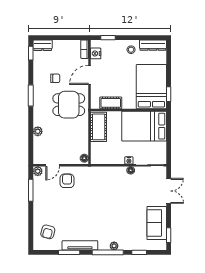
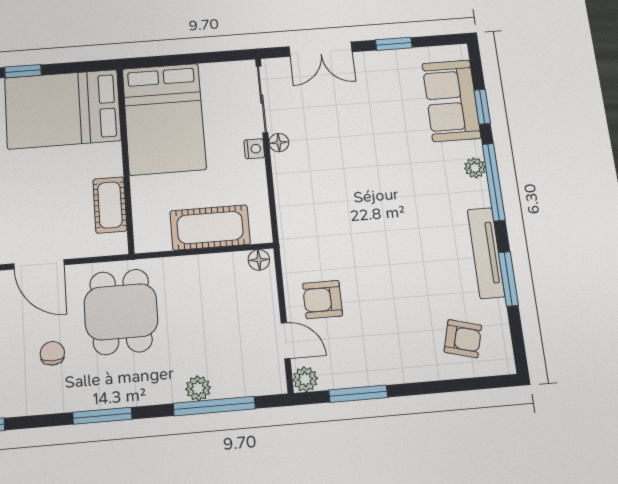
window: (169, 94) -> (23, 71), moved
cot: (99, 127) -> (210, 228), moved
window: (31, 137) -> (214, 406), added
double door: (169, 191) -> (321, 49), swing flipped
sofa: (157, 223) -> (451, 101), moved, turned 90
window: (169, 235) -> (394, 44), moved

